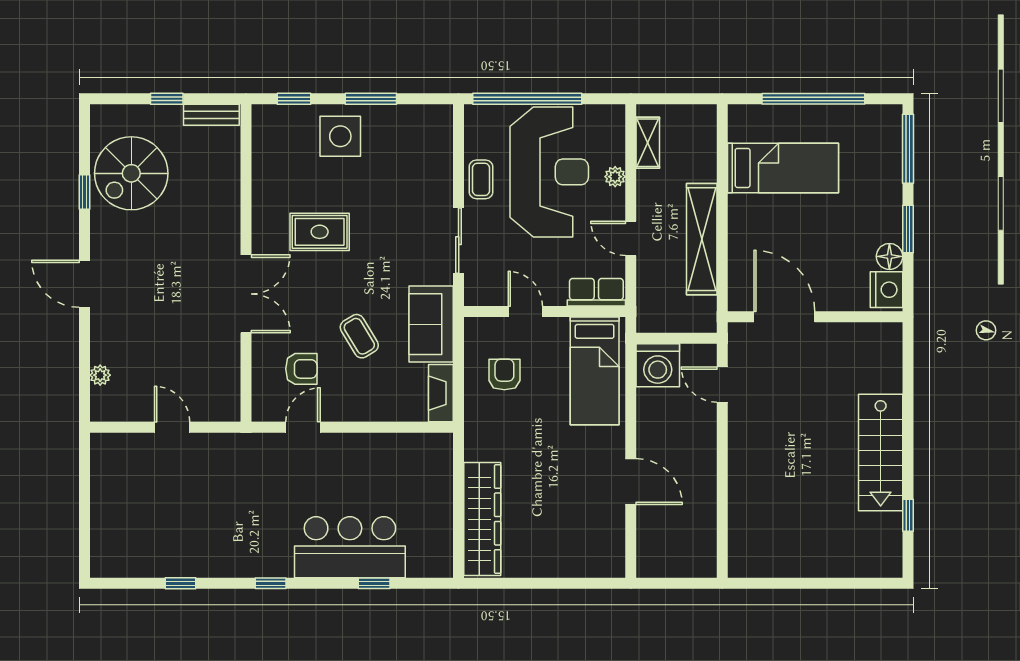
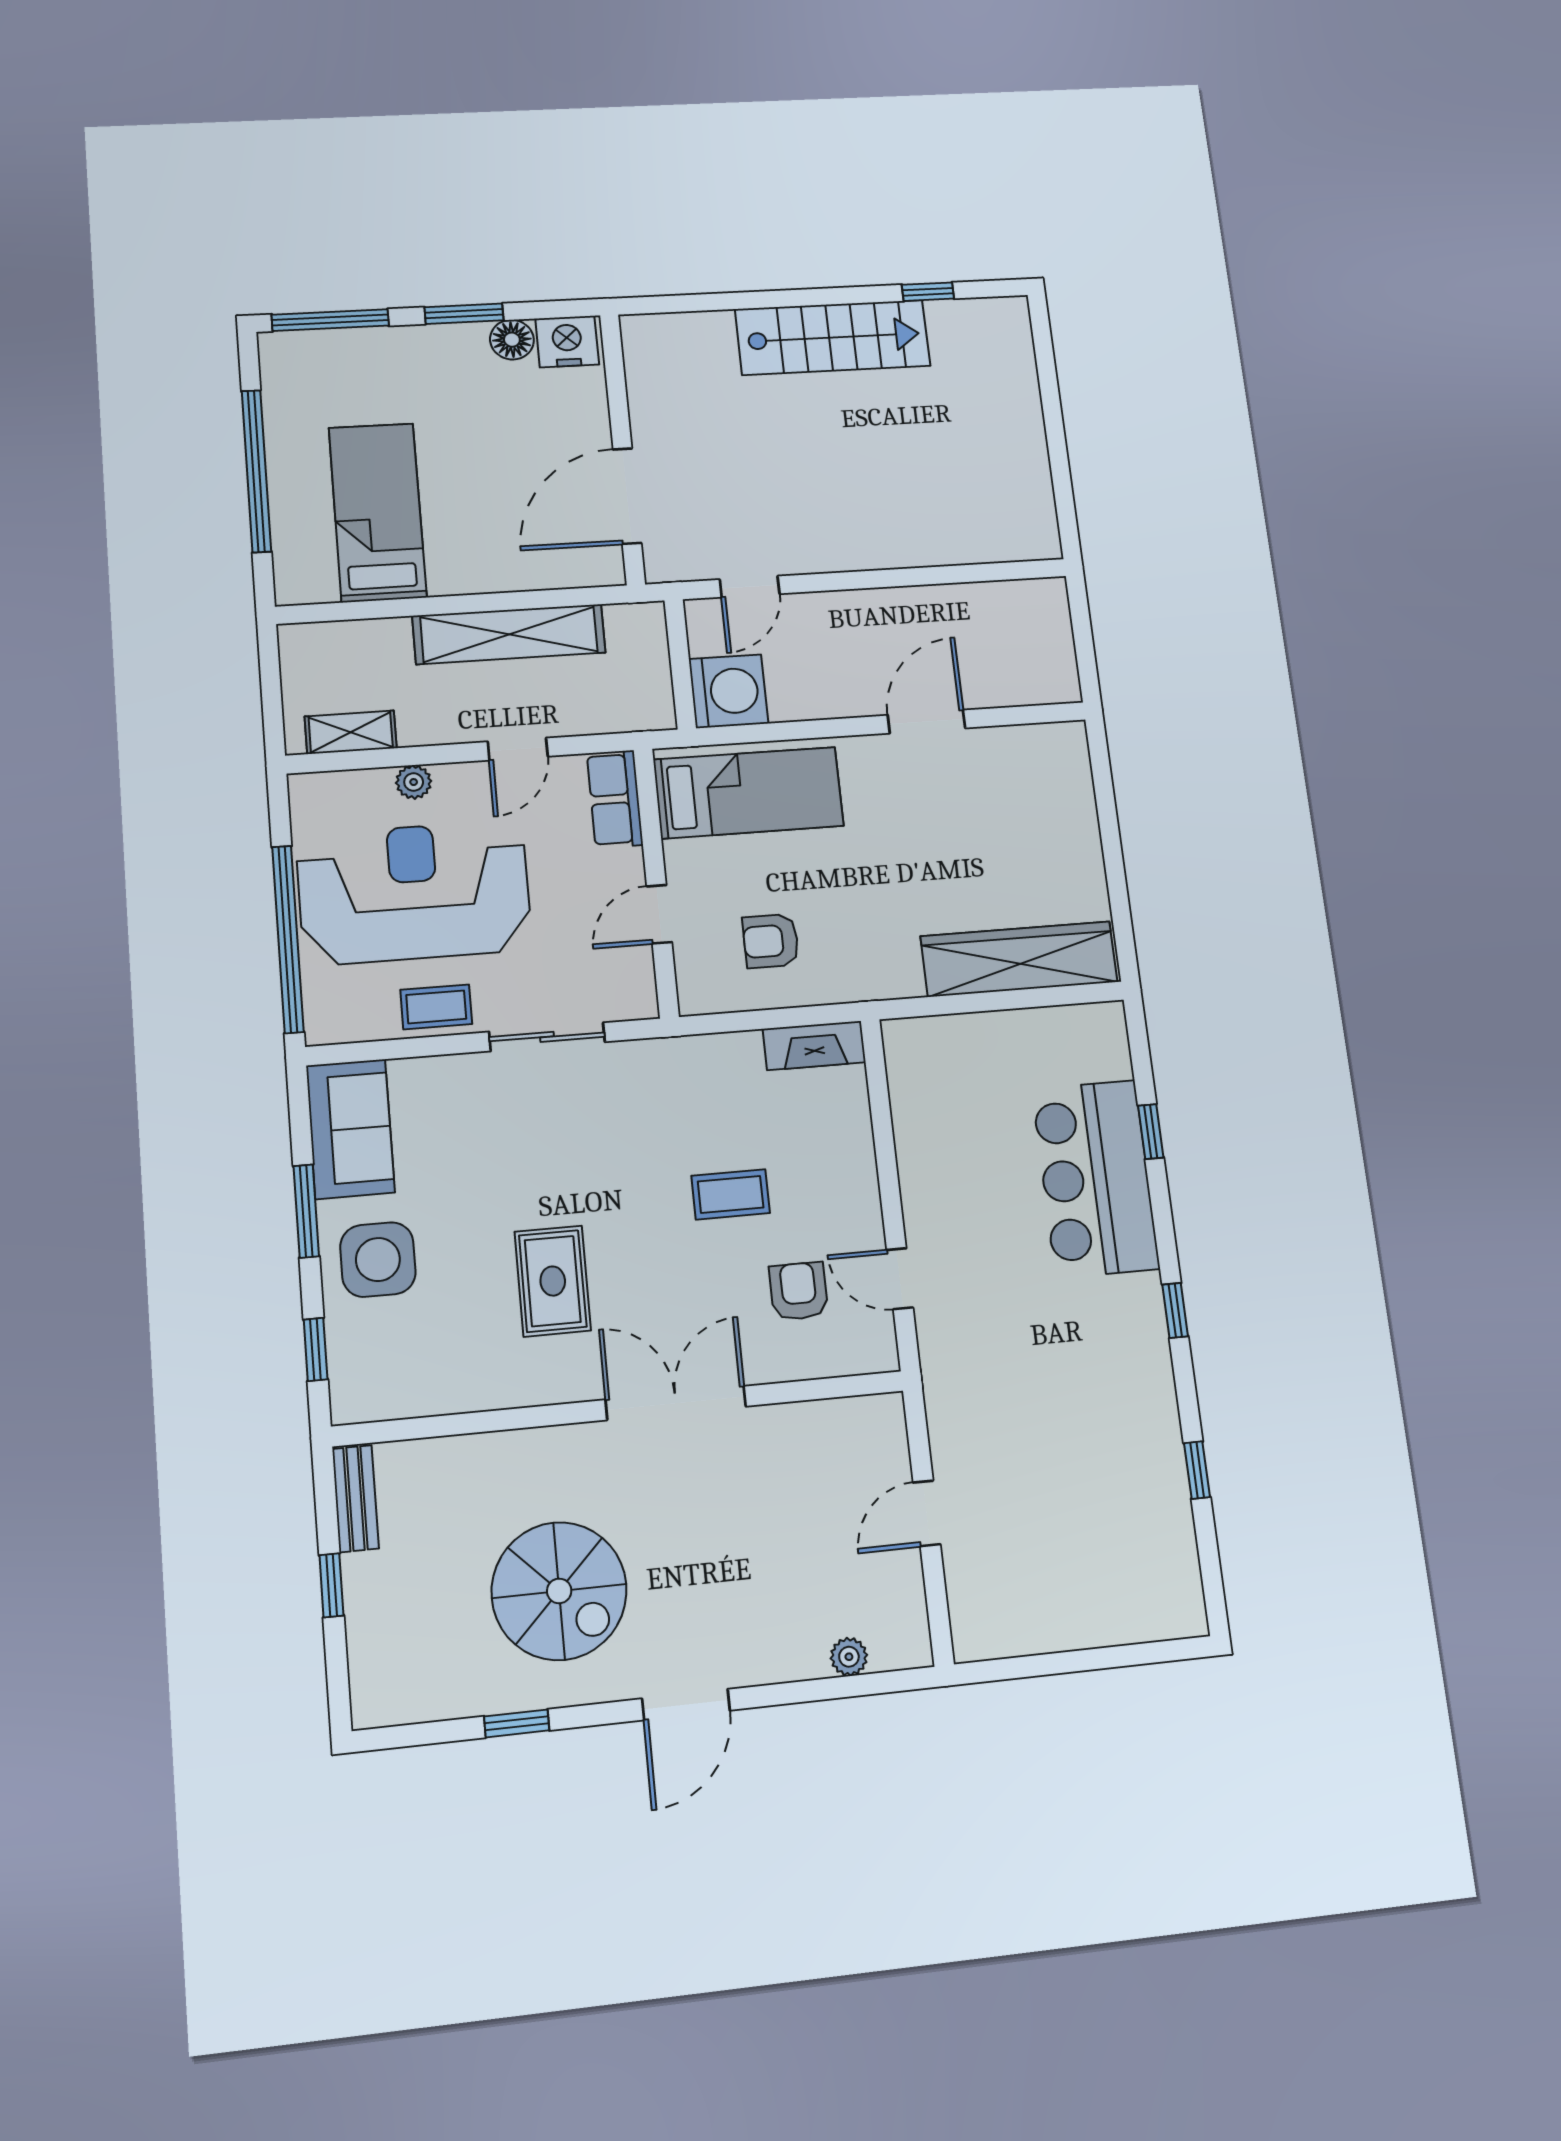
spiral stairs: (131, 173) -> (559, 1591), moved
sofa: (431, 324) -> (350, 1129), moved, turned -90
coffee table: (359, 336) -> (731, 1194), turned 31

